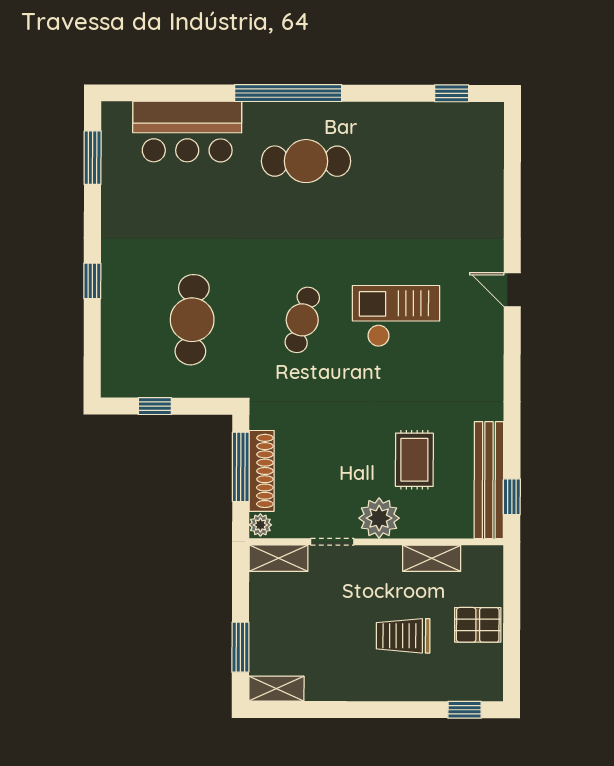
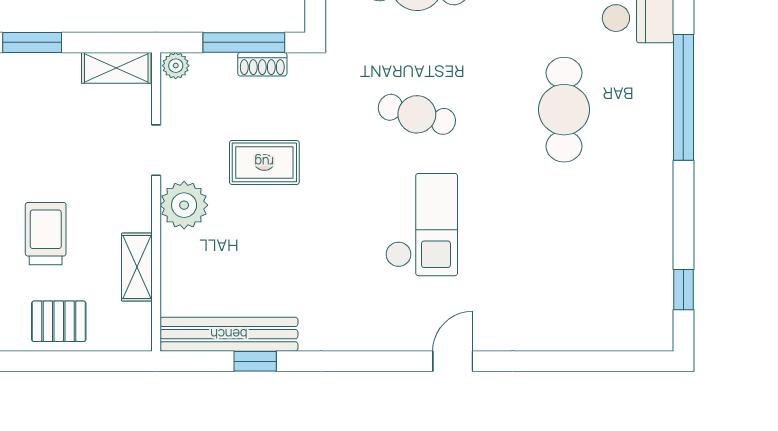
cafe table: (306, 161) -> (564, 110), moved
rug: (414, 460) -> (264, 162), moved
shoe rack: (262, 471) -> (262, 64), width x0.51, depth x0.81
window: (512, 497) -> (255, 361), moved
shelving: (278, 558) -> (116, 68), moved, turned 90
pallet: (478, 625) -> (59, 321), turned 90

